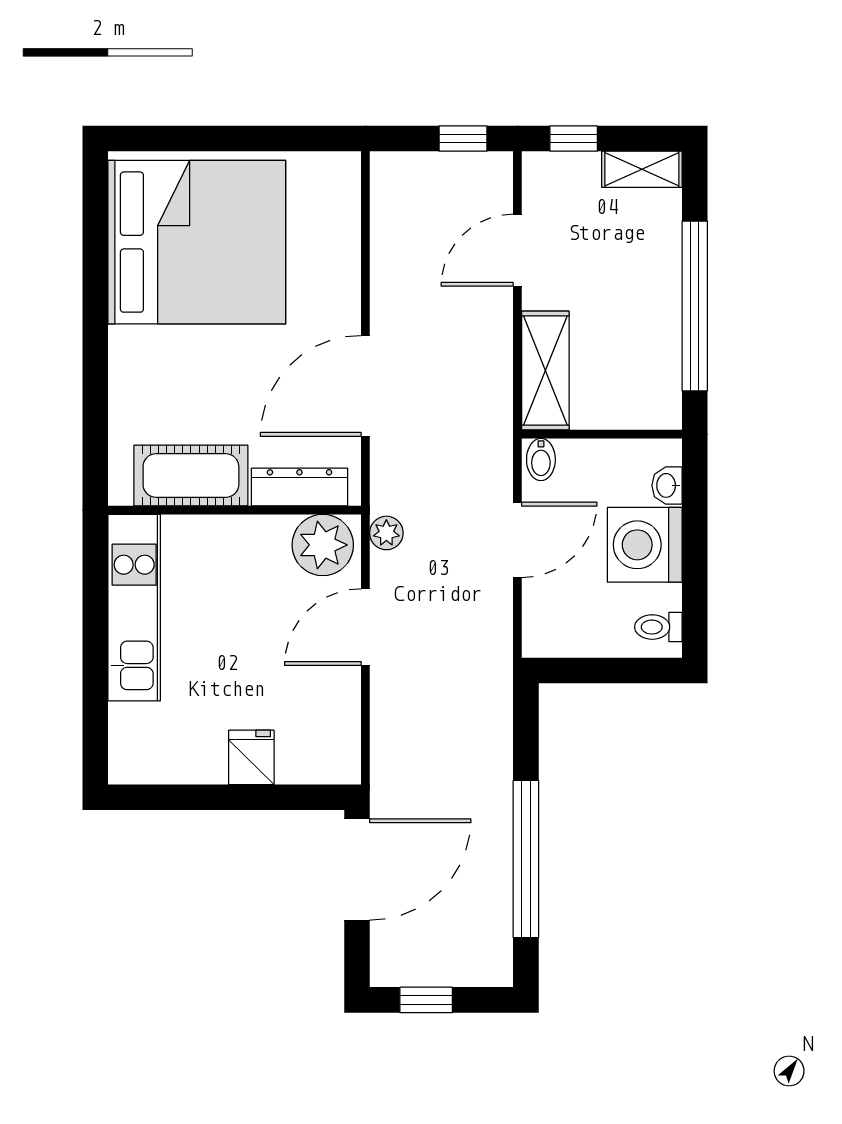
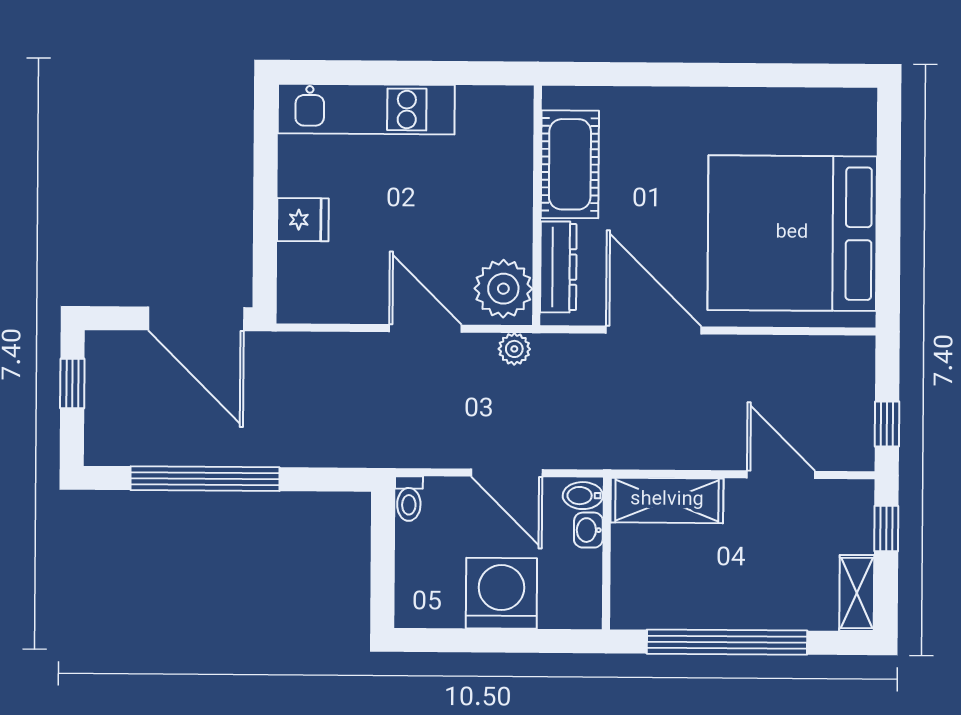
bed: (197, 242) -> (792, 233), moved, turned 90
washbasin: (667, 485) -> (588, 530), moved, turned -90
kitchen unit: (134, 608) -> (366, 109), moved
toilet: (658, 627) -> (409, 499), moved, turned 180

